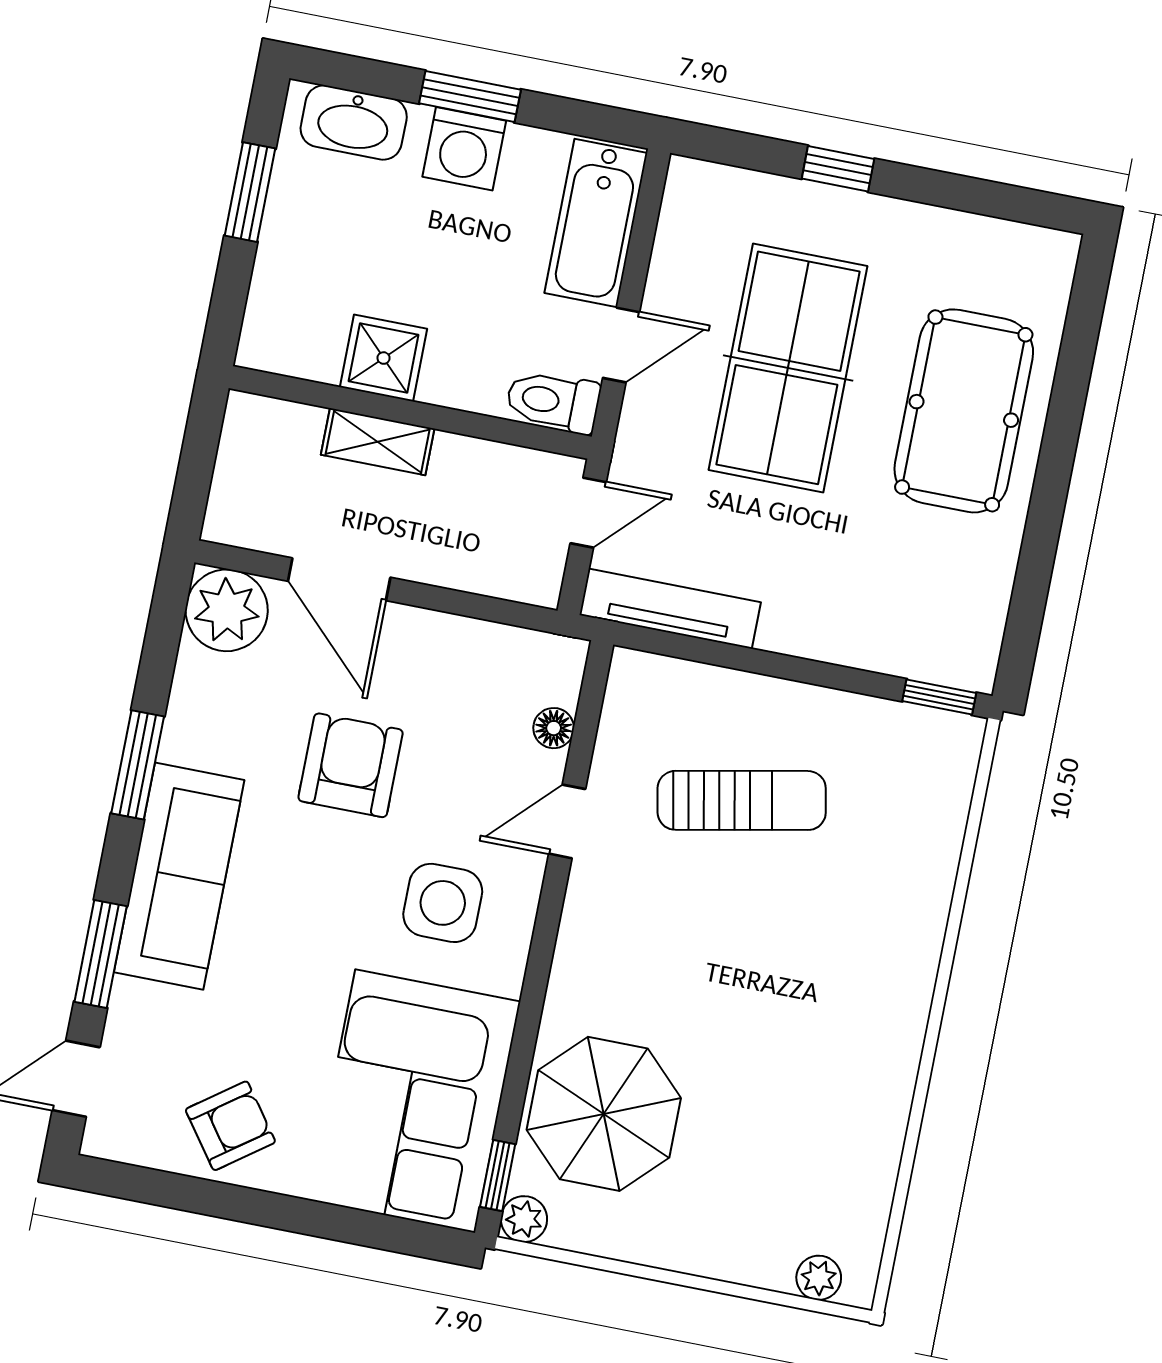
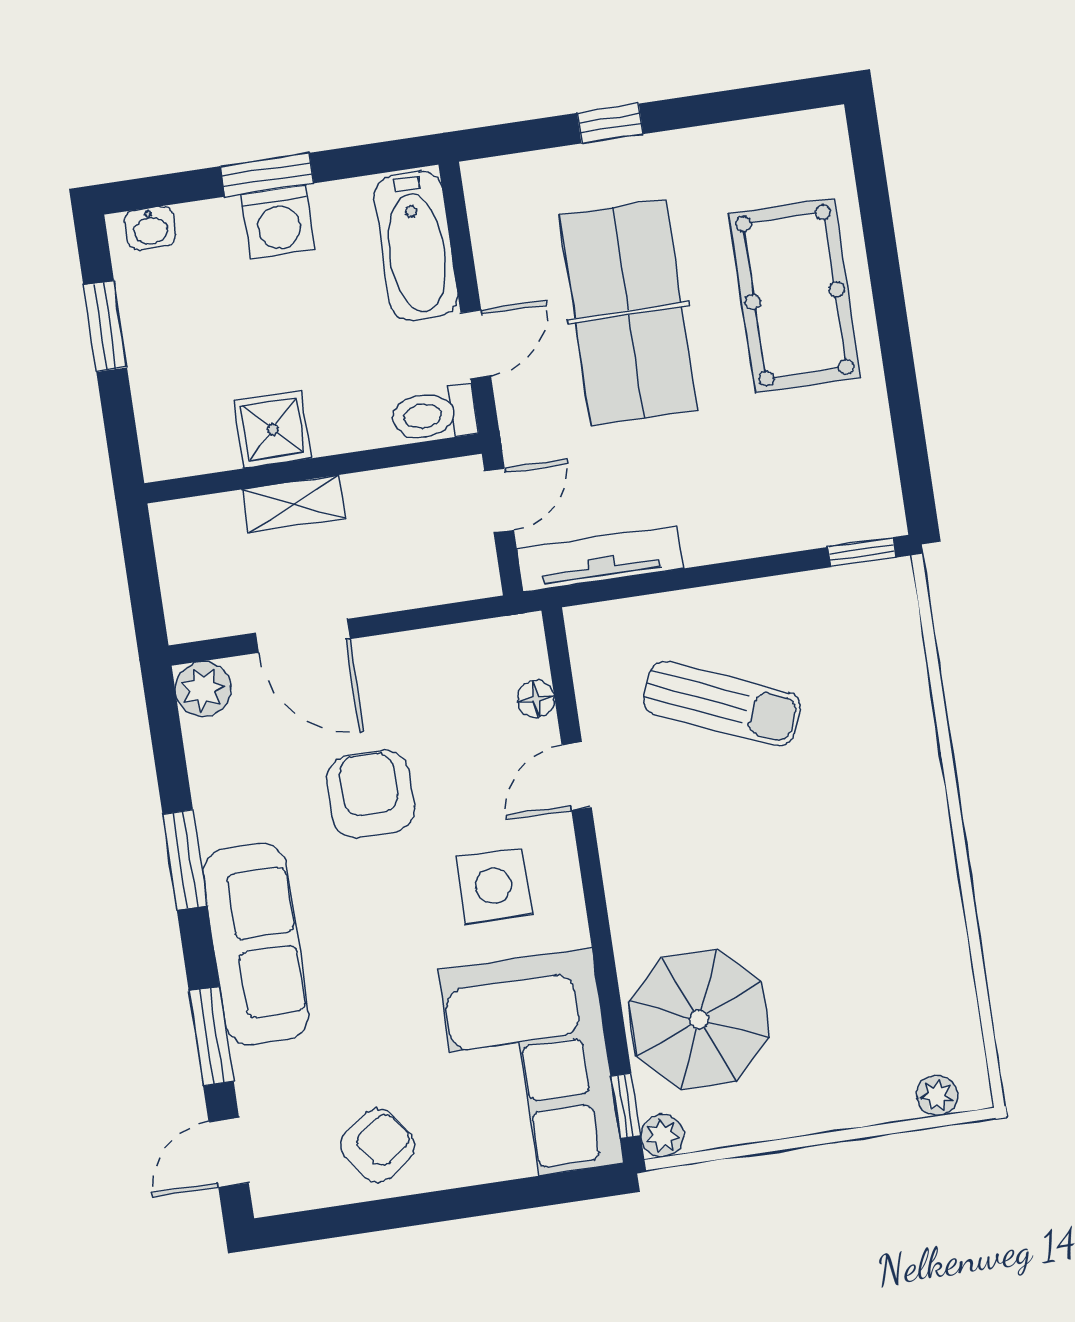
washbasin: (354, 123) -> (150, 228), width x0.52, depth x0.69
plant: (227, 610) -> (203, 689), width x0.73, depth x0.73
sun lounger: (742, 800) -> (722, 704), turned 34

